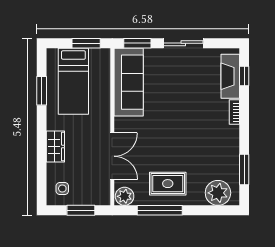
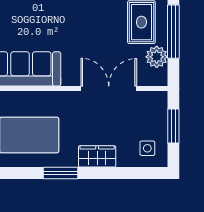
window: (42, 91) -> (60, 173), moved
plant: (125, 196) -> (157, 57), moved

